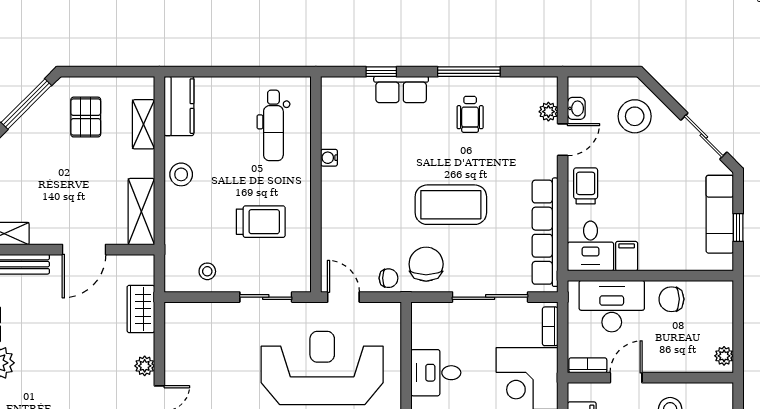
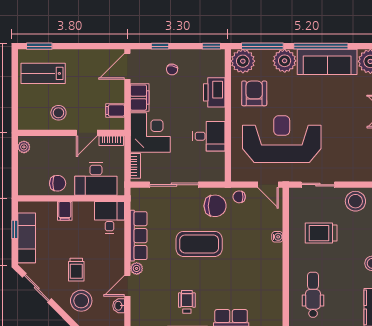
plant: (548, 112) -> (137, 268), moved
water cooler: (329, 158) -> (277, 237), moved
trolley: (586, 186) -> (76, 270), moved
row of seats: (545, 232) -> (139, 236), width x0.73
filing cabinet: (627, 256) -> (65, 211), moved
chair: (426, 264) -> (215, 206), turned -90
stool: (207, 271) -> (355, 201), width x1.89, depth x1.89
reception desk: (322, 368) -> (282, 139), turned 180

